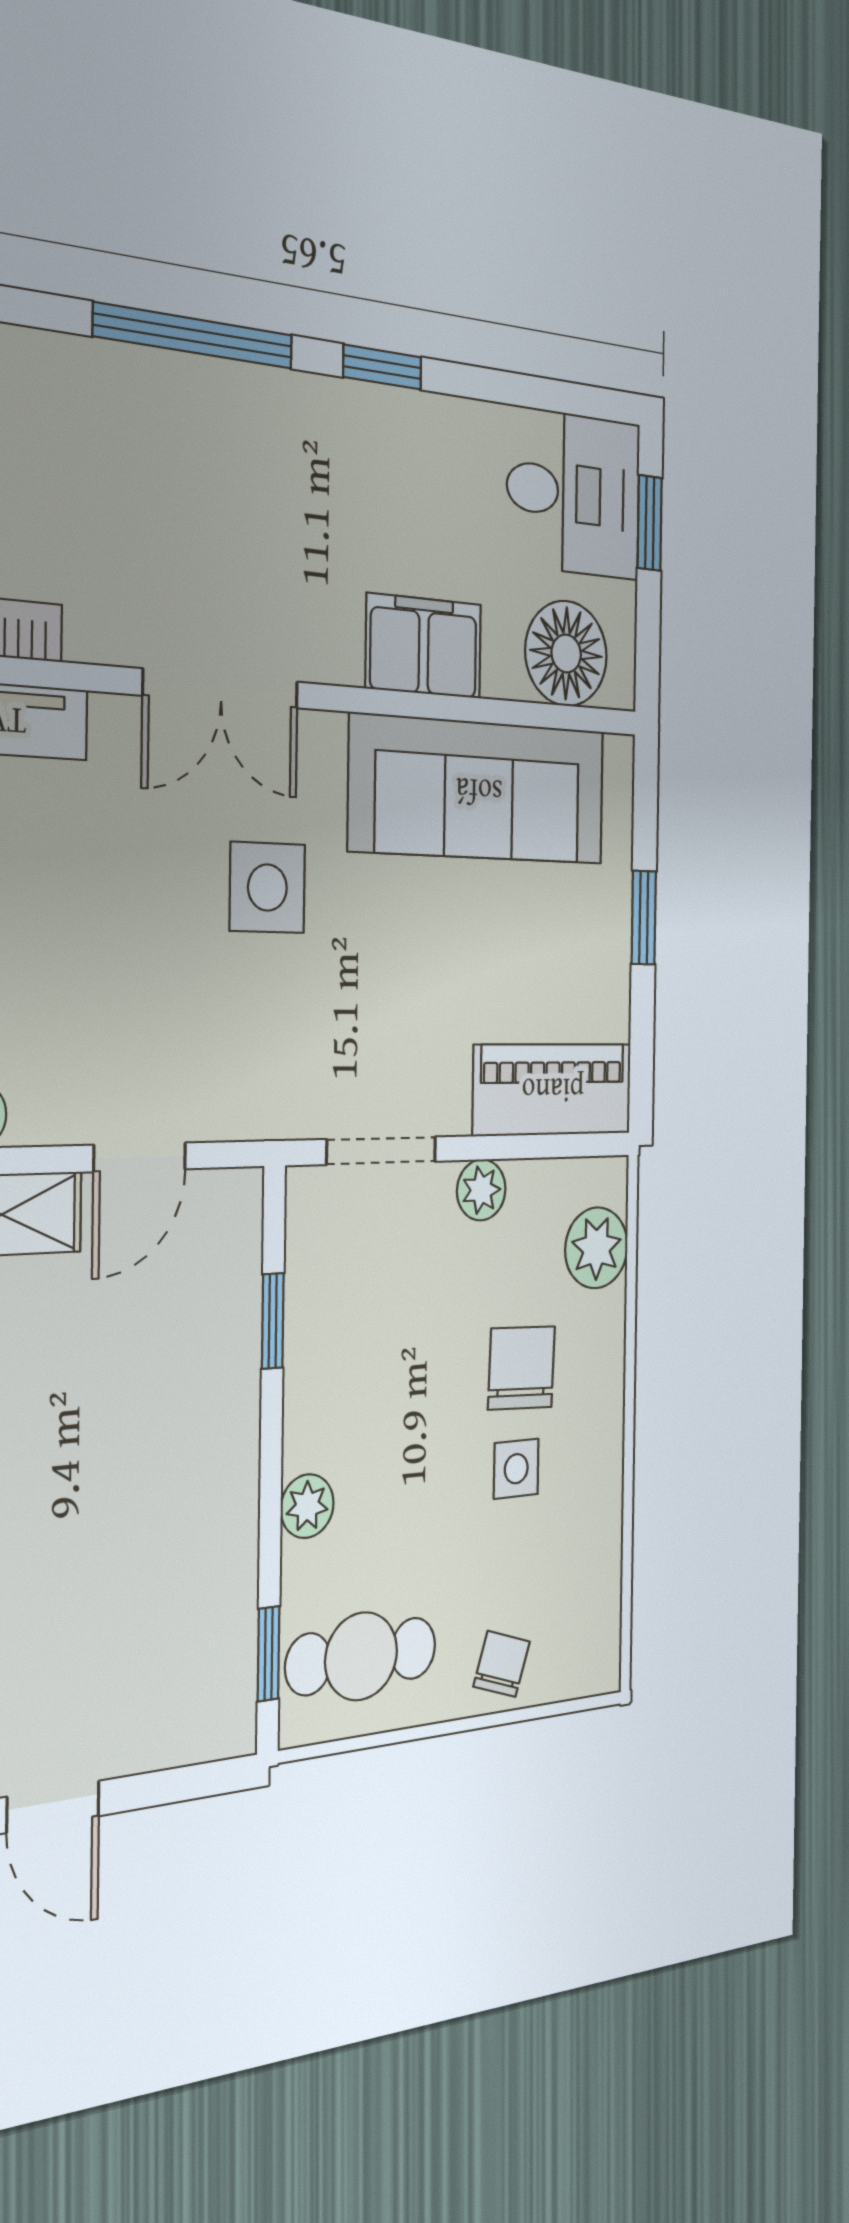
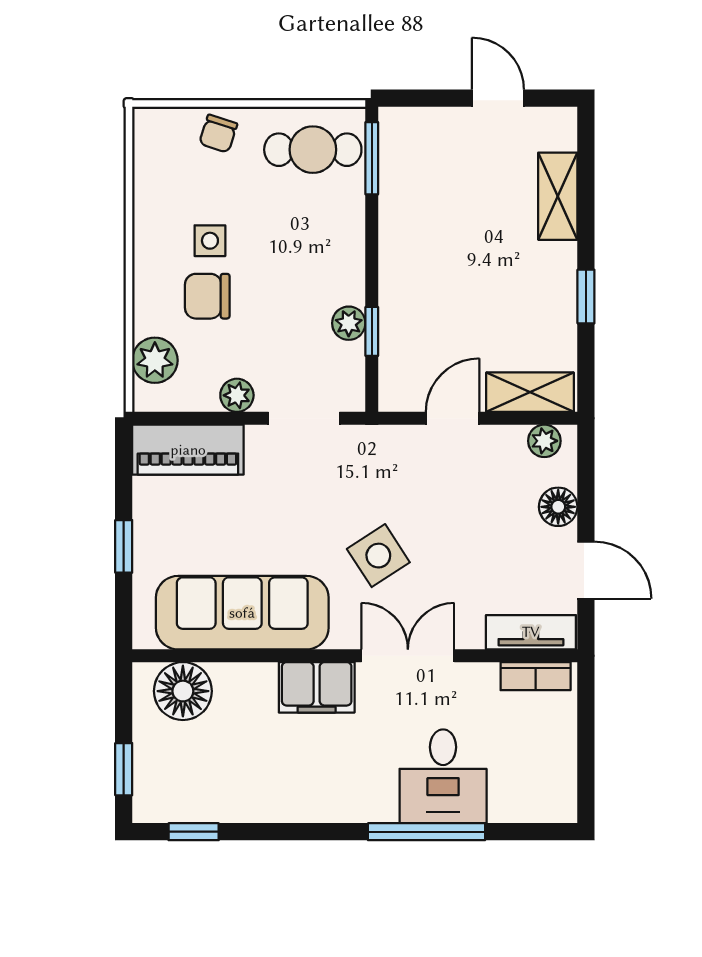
window: (382, 367) -> (194, 832), moved
desk: (574, 494) -> (443, 776), moved, turned -90
filing cabinet: (424, 646) -> (317, 687), moved
side table: (267, 887) -> (378, 556), turned -33
chair: (522, 1368) -> (207, 296), turned 88
plant: (307, 1506) -> (349, 323), moved
window: (269, 1654) -> (372, 158), width x1.50

